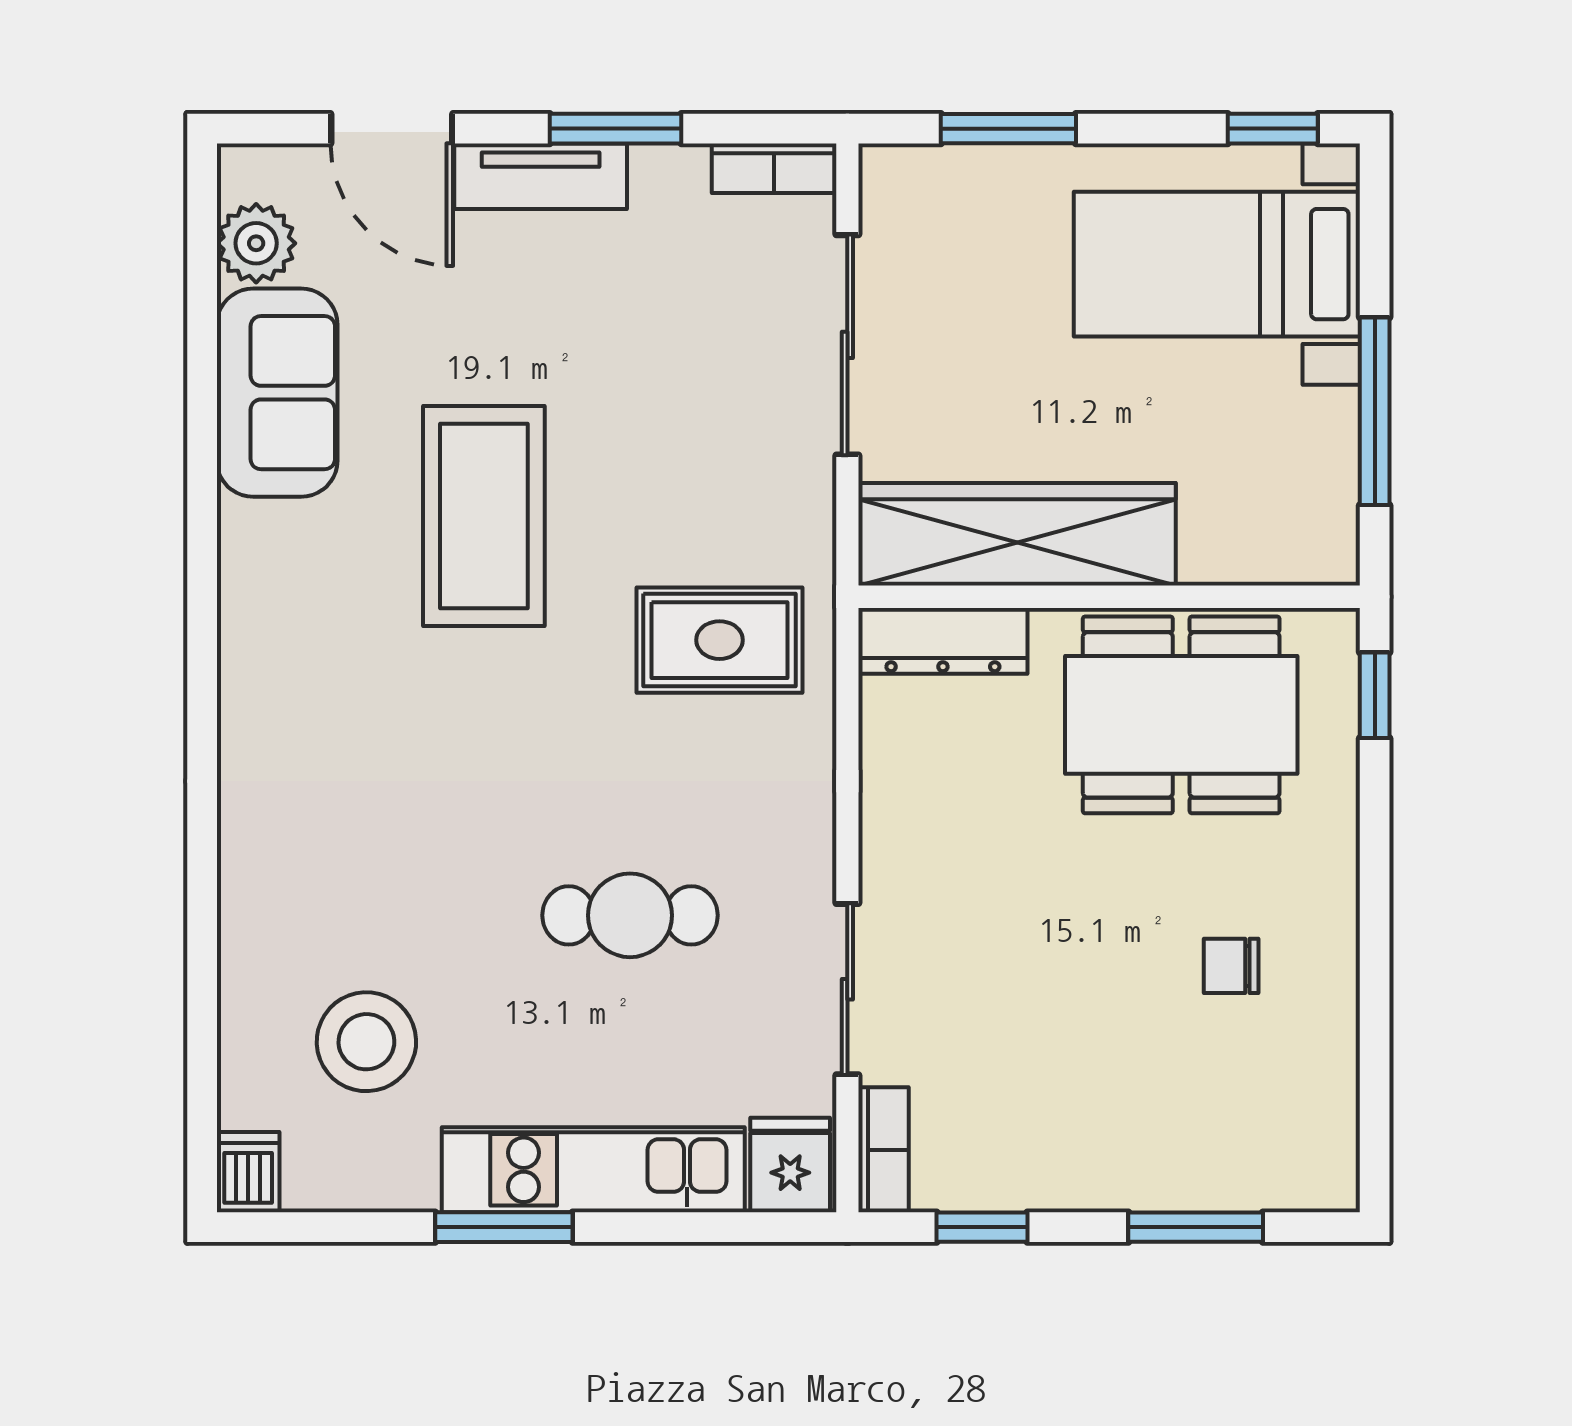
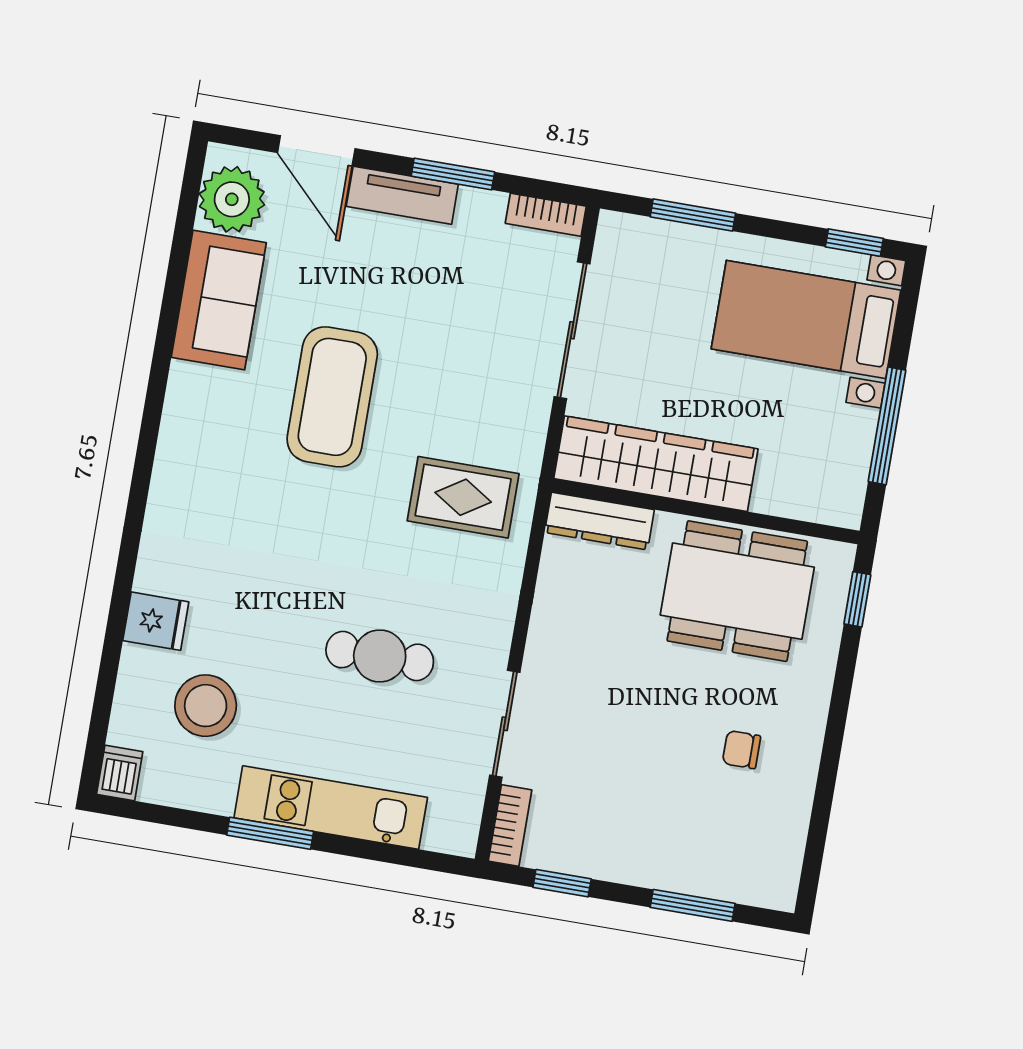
plant: (256, 243) -> (232, 199), width x1.36, depth x1.36
fridge: (790, 1165) -> (156, 621), moved, turned 90

